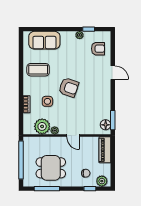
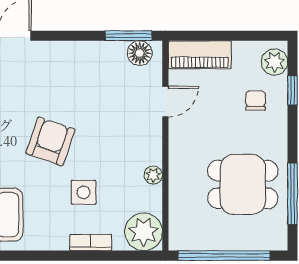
plant: (42, 126) -> (144, 232), moved
door: (73, 136) -> (165, 101), moved
dining table: (51, 168) -> (243, 184), turned 90

